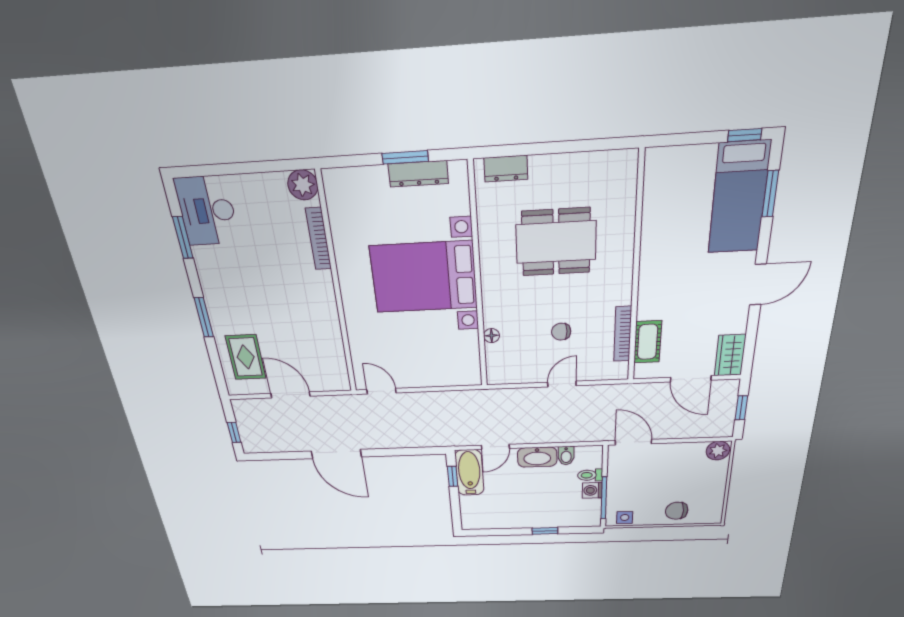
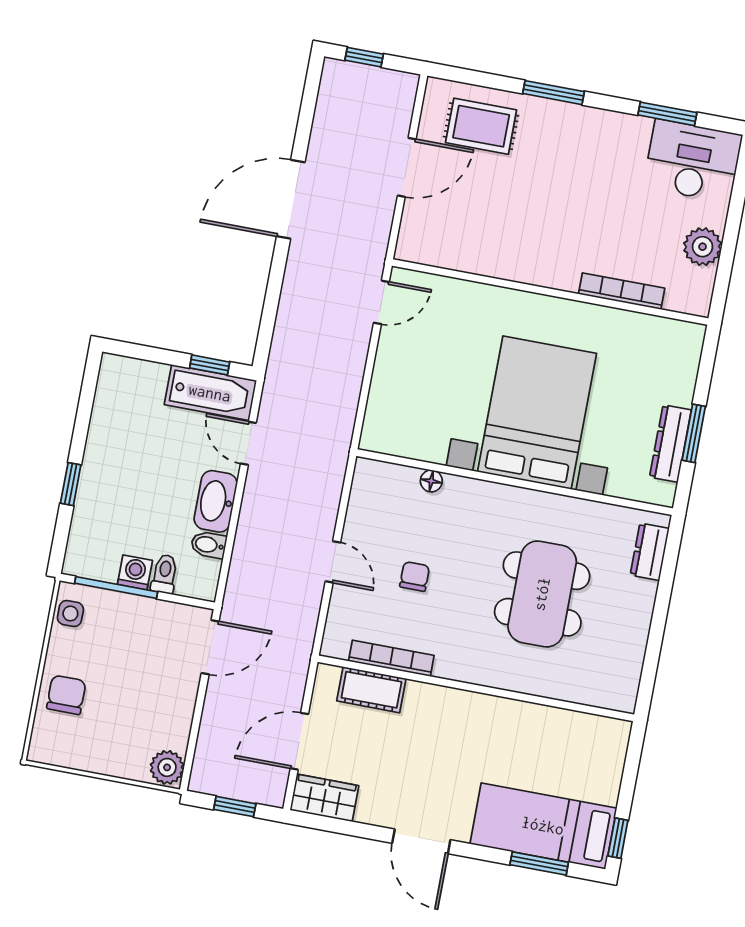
plant: (303, 185) -> (703, 247), moved

